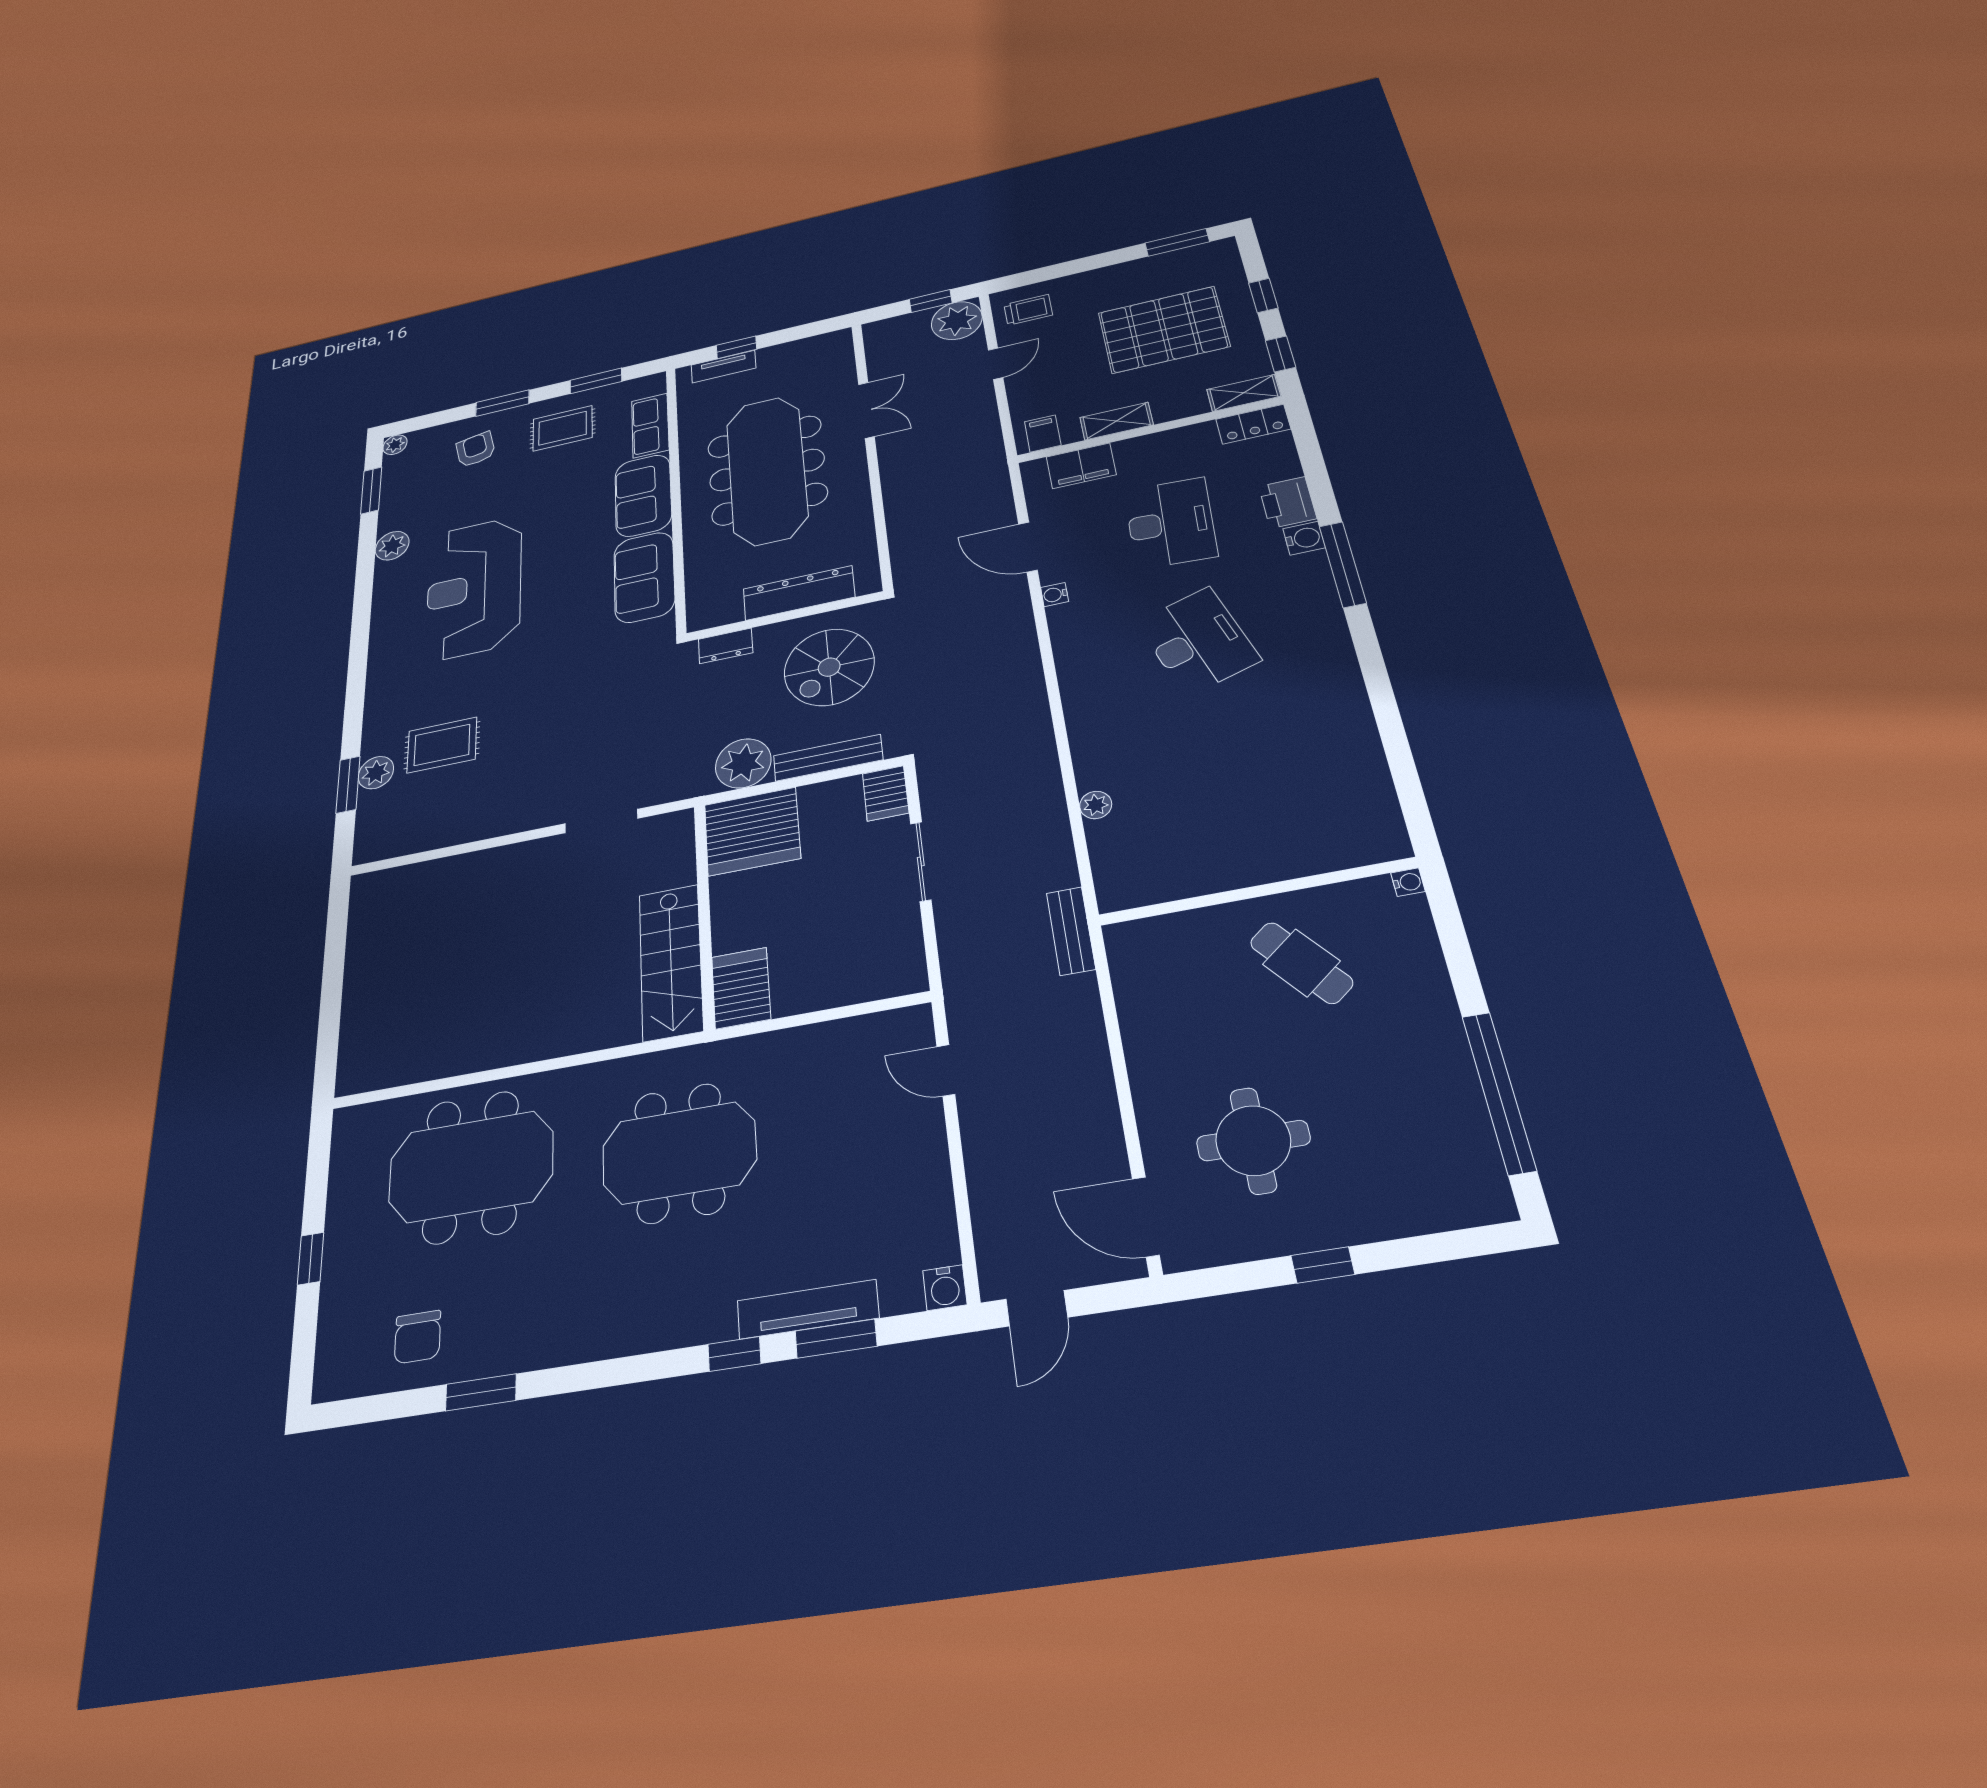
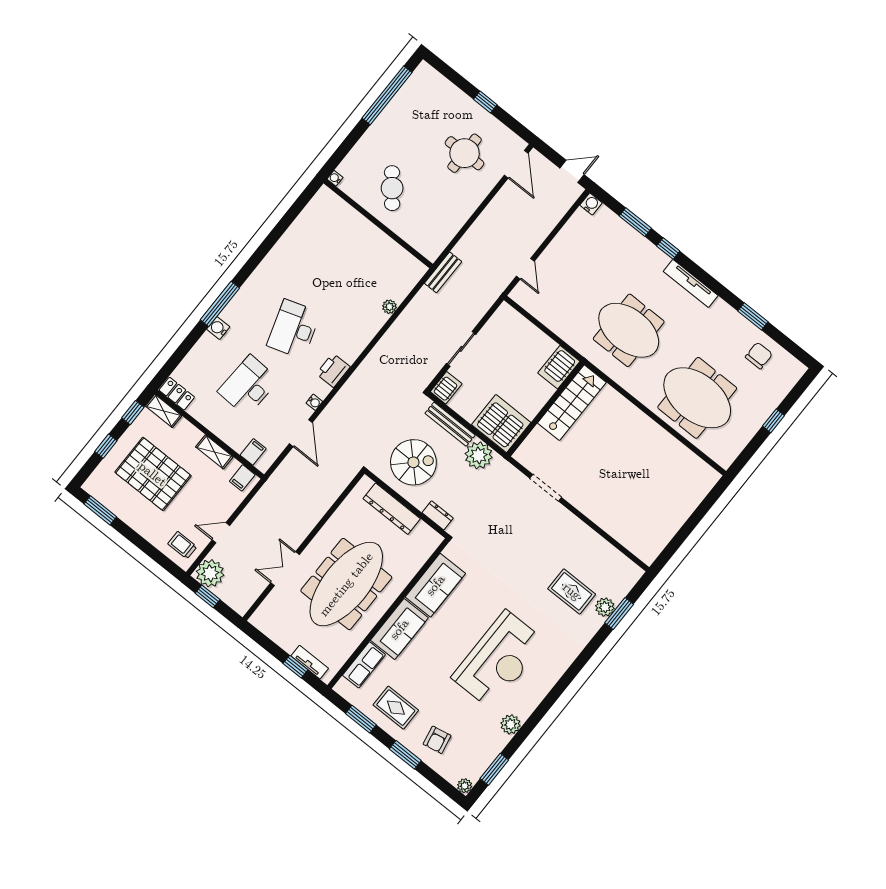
filing cabinet: (1081, 466) -> (253, 452), width x0.50
printer: (1288, 502) -> (333, 370), moved, turned 180
tv unit: (808, 1309) -> (691, 283), moved

